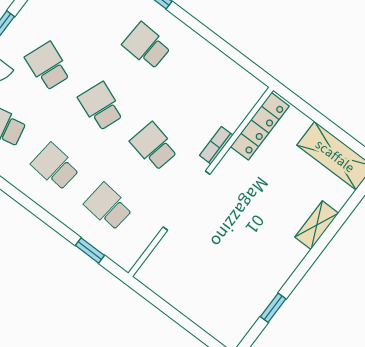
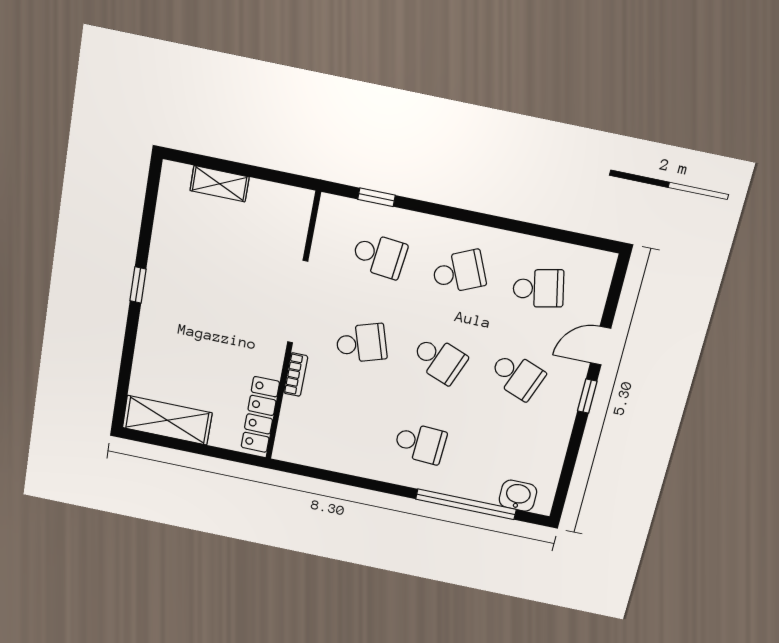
school desk: (154, 146) -> (361, 343), turned -30
school desk: (55, 167) -> (459, 272), turned -30
shelving: (317, 225) -> (220, 184), moved, turned 90
window: (273, 308) -> (138, 285), moved

